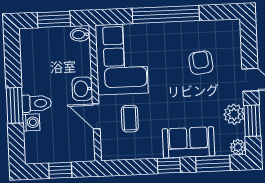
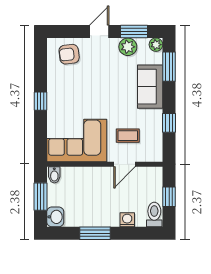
window: (166, 14) -> (40, 101), width x0.32
armchair: (201, 63) -> (69, 54), moved
washbasin: (82, 89) -> (55, 217), moved, turned -90
toilet: (37, 103) -> (154, 214), moved
window: (15, 105) -> (95, 233), moved
window: (169, 165) -> (169, 123), moved

